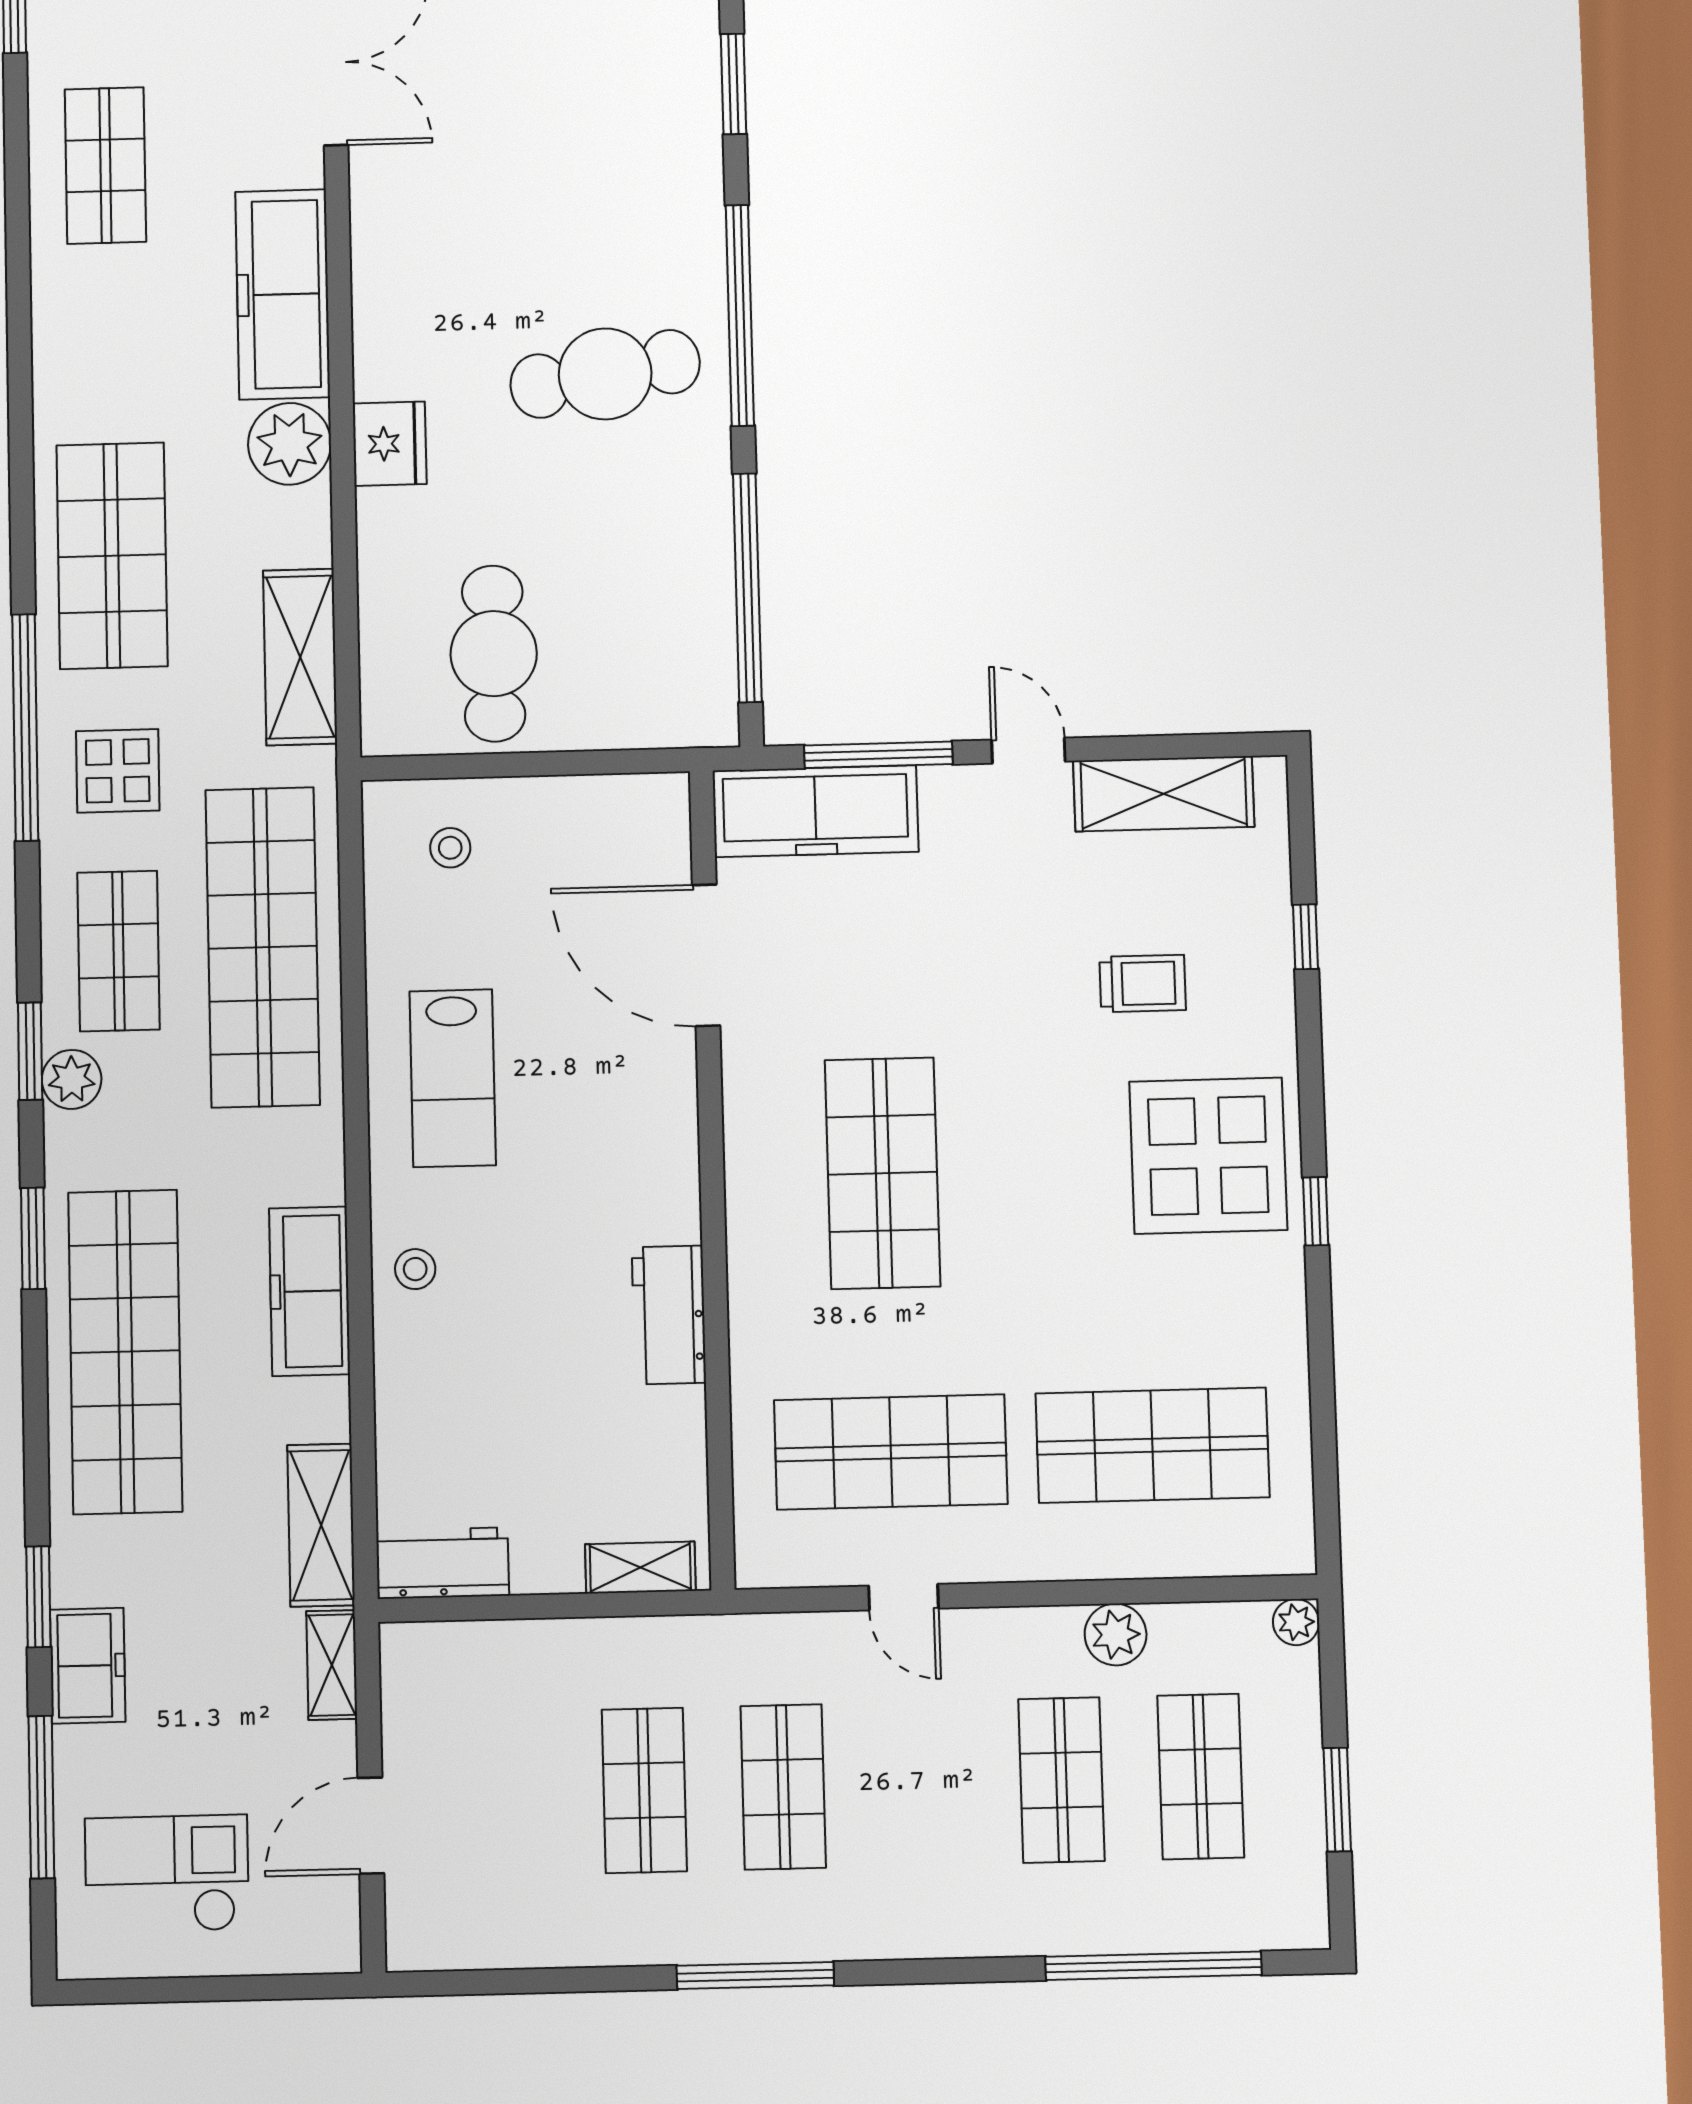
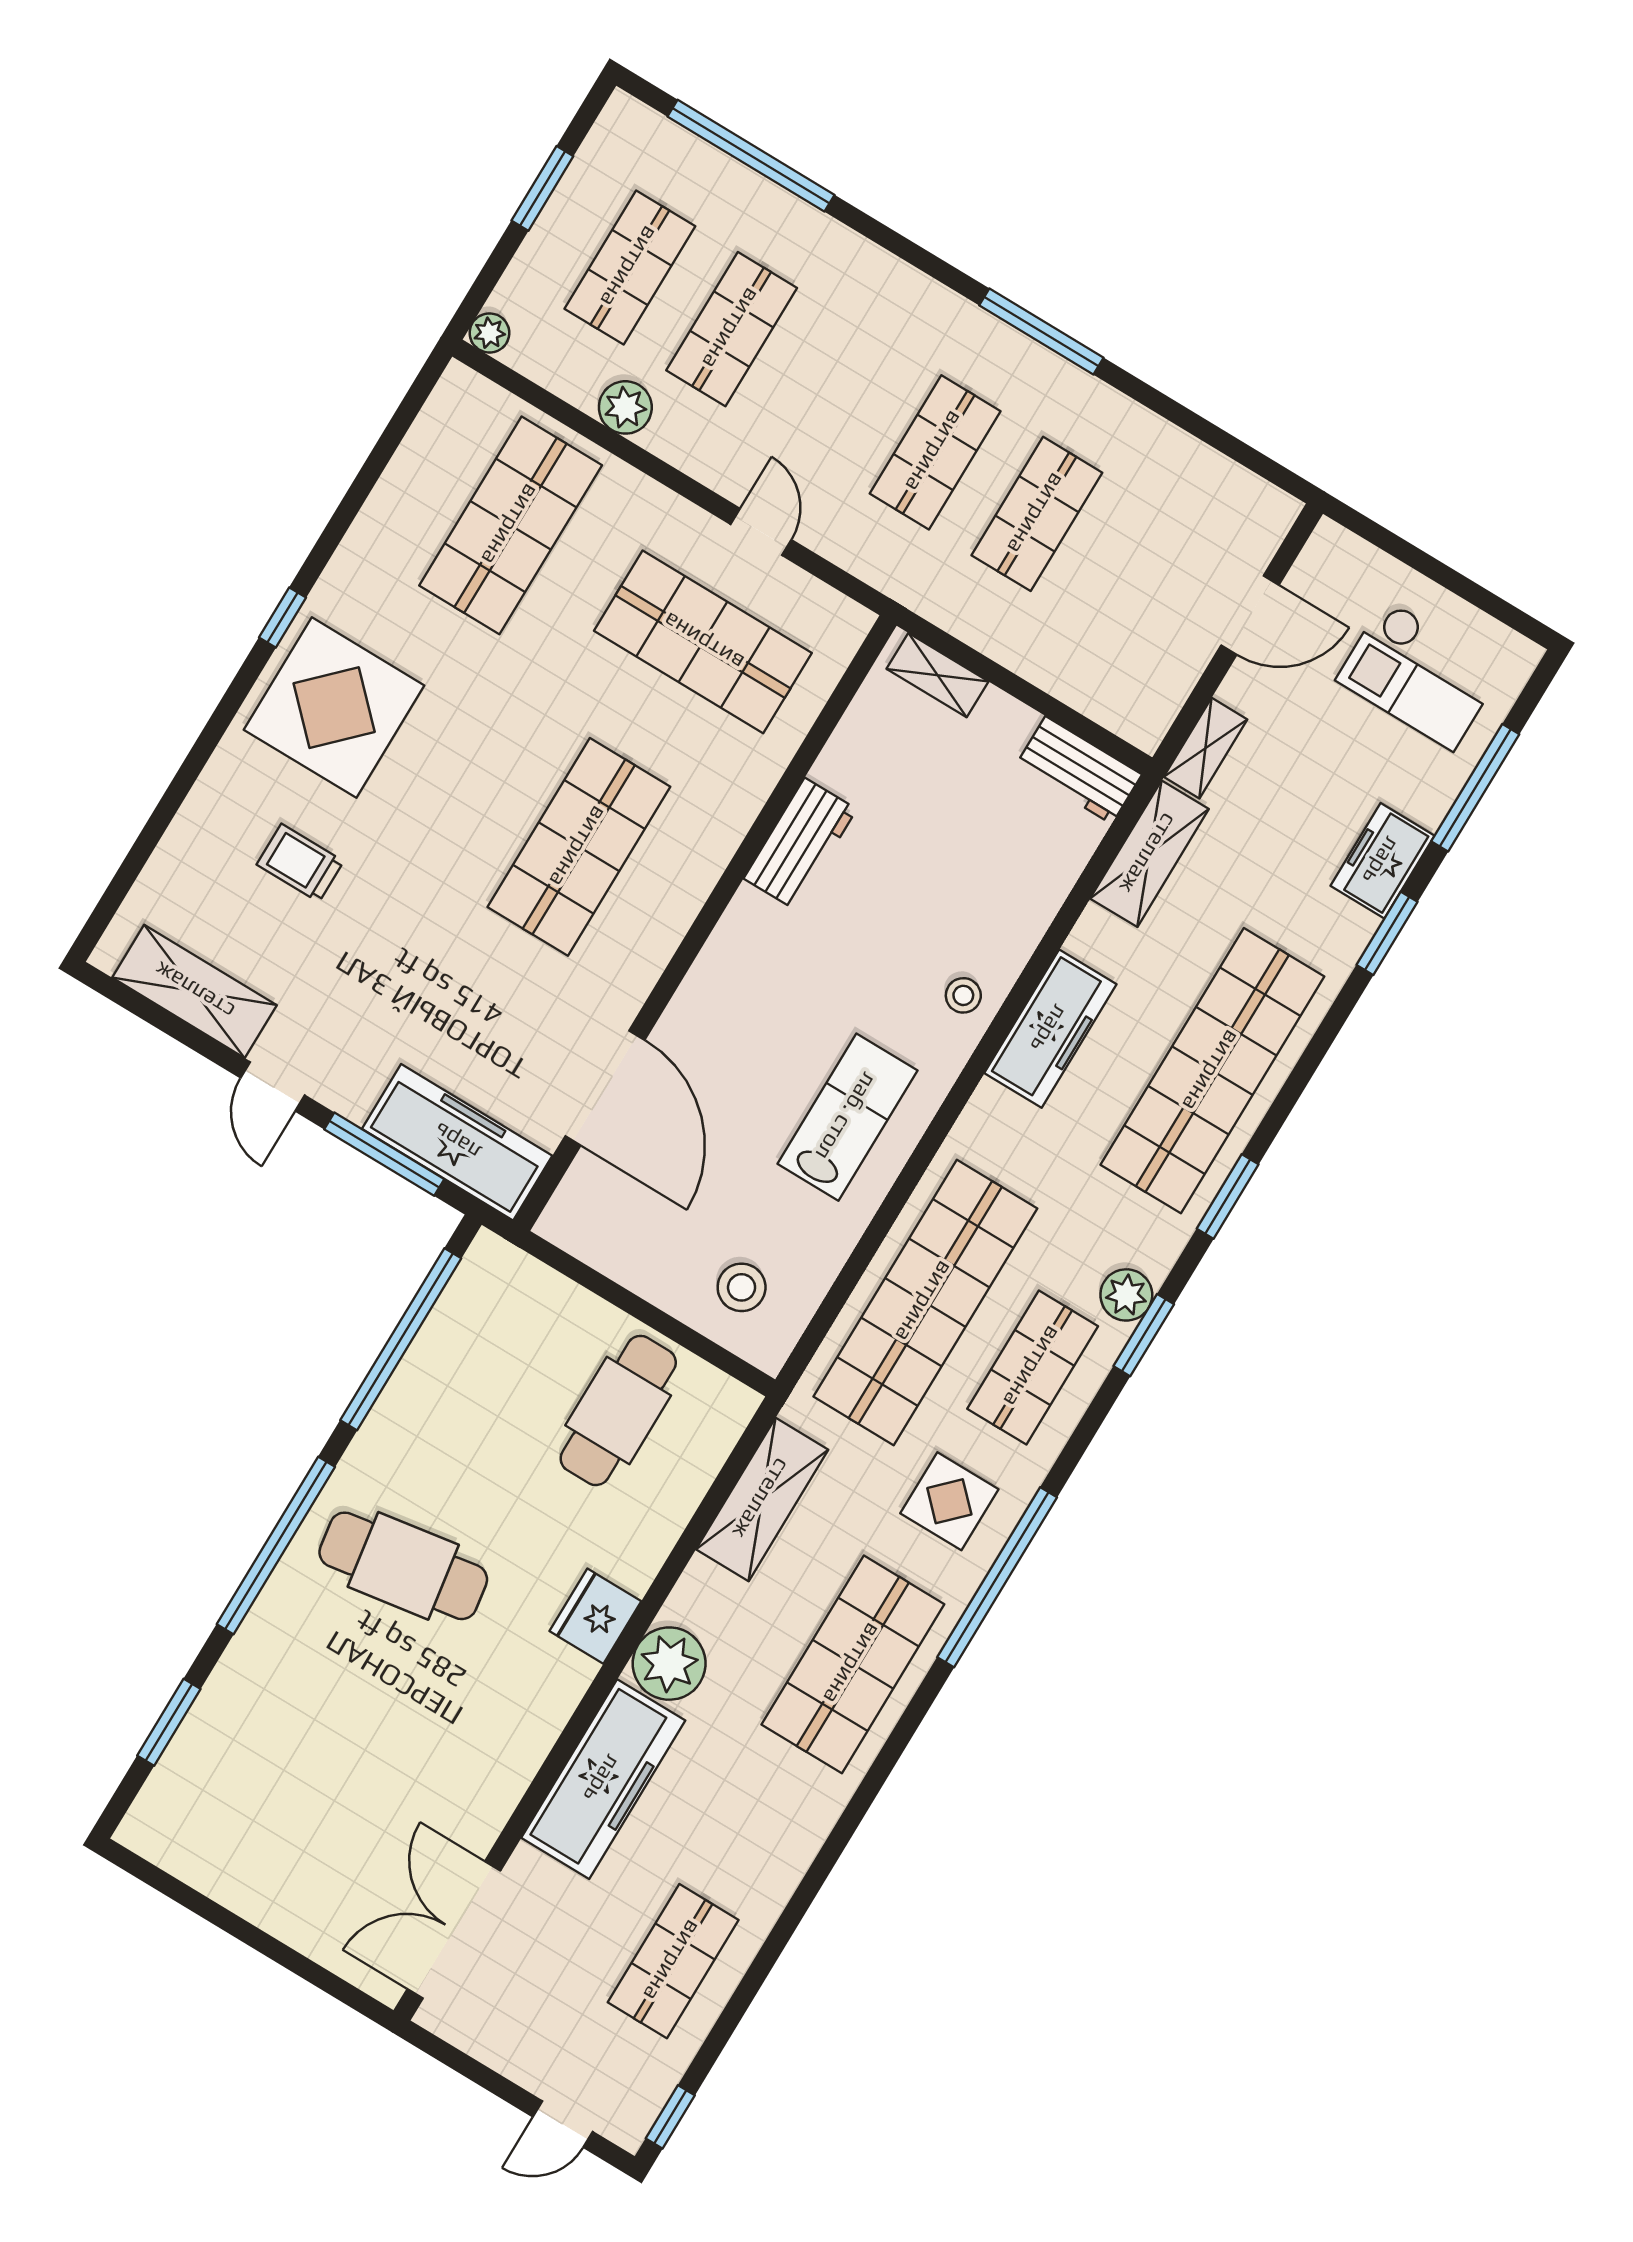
stool: (450, 848) -> (742, 1287), width x1.37, depth x1.37
window: (1305, 937) -> (159, 821), removed
shop shelf: (1152, 1445) -> (511, 525), turned 90

